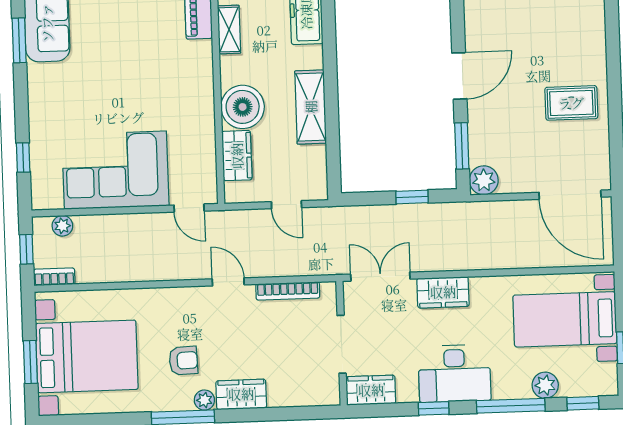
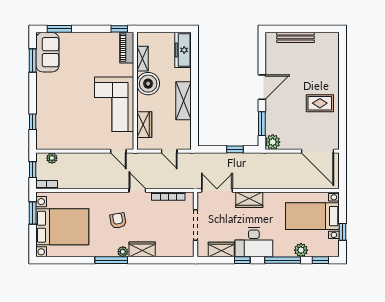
boiler: (243, 107) -> (148, 84), moved
corner sofa: (115, 170) -> (114, 104), moved, turned -90
armchair: (183, 361) -> (118, 221), moved, turned -98
window: (30, 362) -> (33, 213), moved
wardrobe: (371, 390) -> (221, 249), moved

